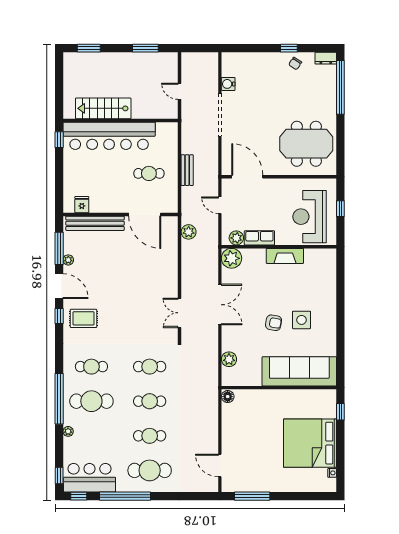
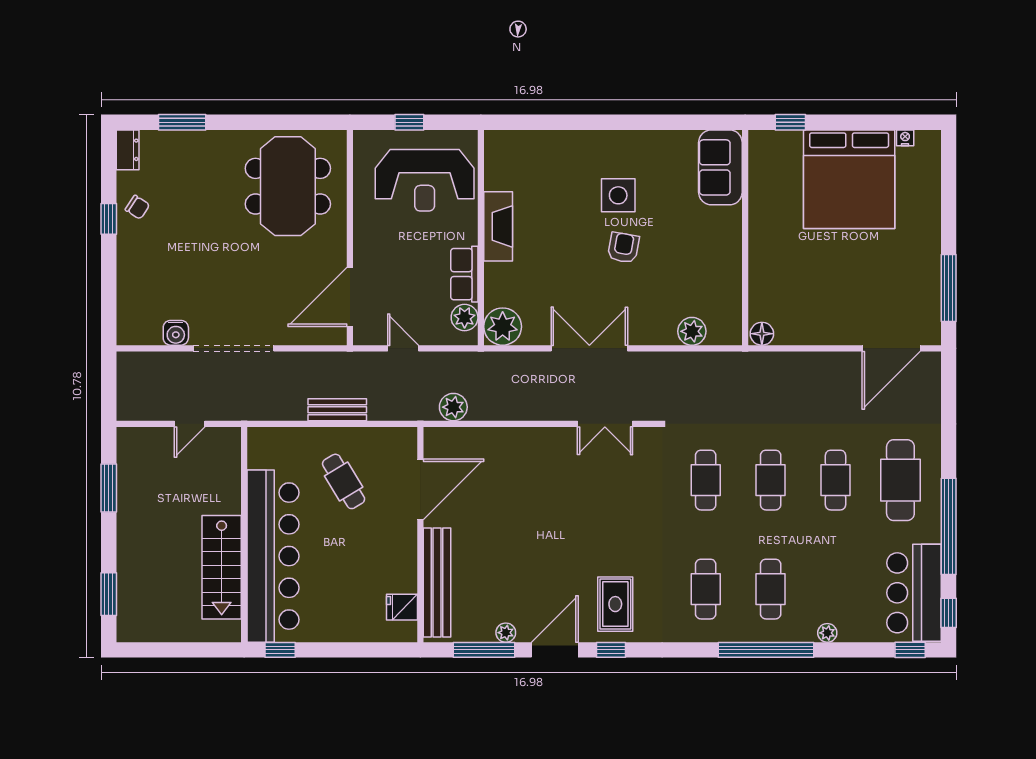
window: (340, 87) -> (182, 122), width x0.47
cafe table: (149, 173) -> (344, 481), turned -31
door: (220, 205) -> (403, 348), swing flipped
sofa: (299, 371) -> (720, 167), width x0.54, depth x0.79
cafe table: (91, 401) -> (771, 589), width x0.73, depth x0.74
door: (220, 465) -> (891, 348), width x1.36

